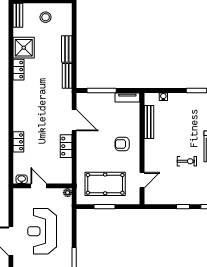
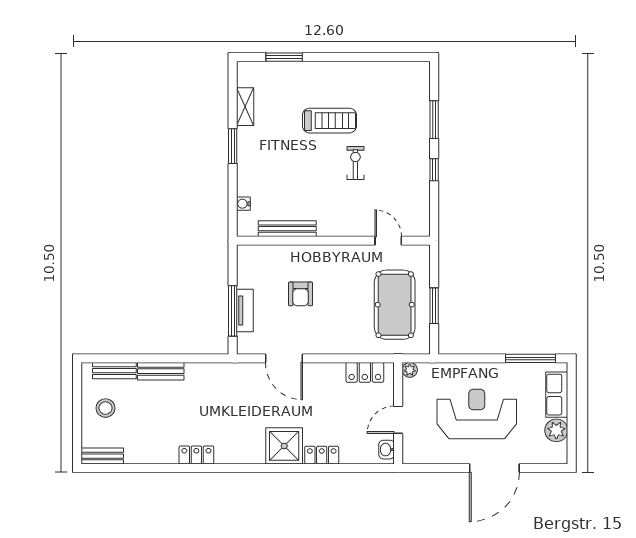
shower: (24, 48) -> (284, 446), moved
bench: (67, 76) -> (114, 371), moved
tv unit: (127, 98) -> (245, 311), moved
door: (74, 120) -> (284, 358), swing flipped
armchair: (122, 144) -> (301, 294), moved
locker: (66, 146) -> (365, 372), moved
reception desk: (42, 231) -> (477, 414), turned 180

